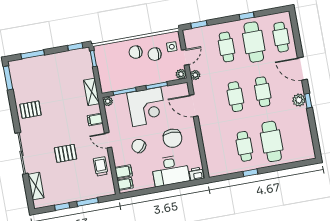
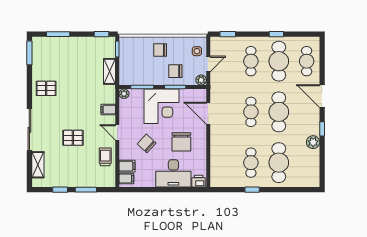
chair: (155, 54) -> (175, 71), moved
plant: (195, 75) -> (215, 83), removed
shelving: (92, 92) -> (110, 71), moved
cafe table: (263, 92) -> (279, 112), width x1.37, depth x1.35
plant: (299, 100) -> (313, 142), moved

